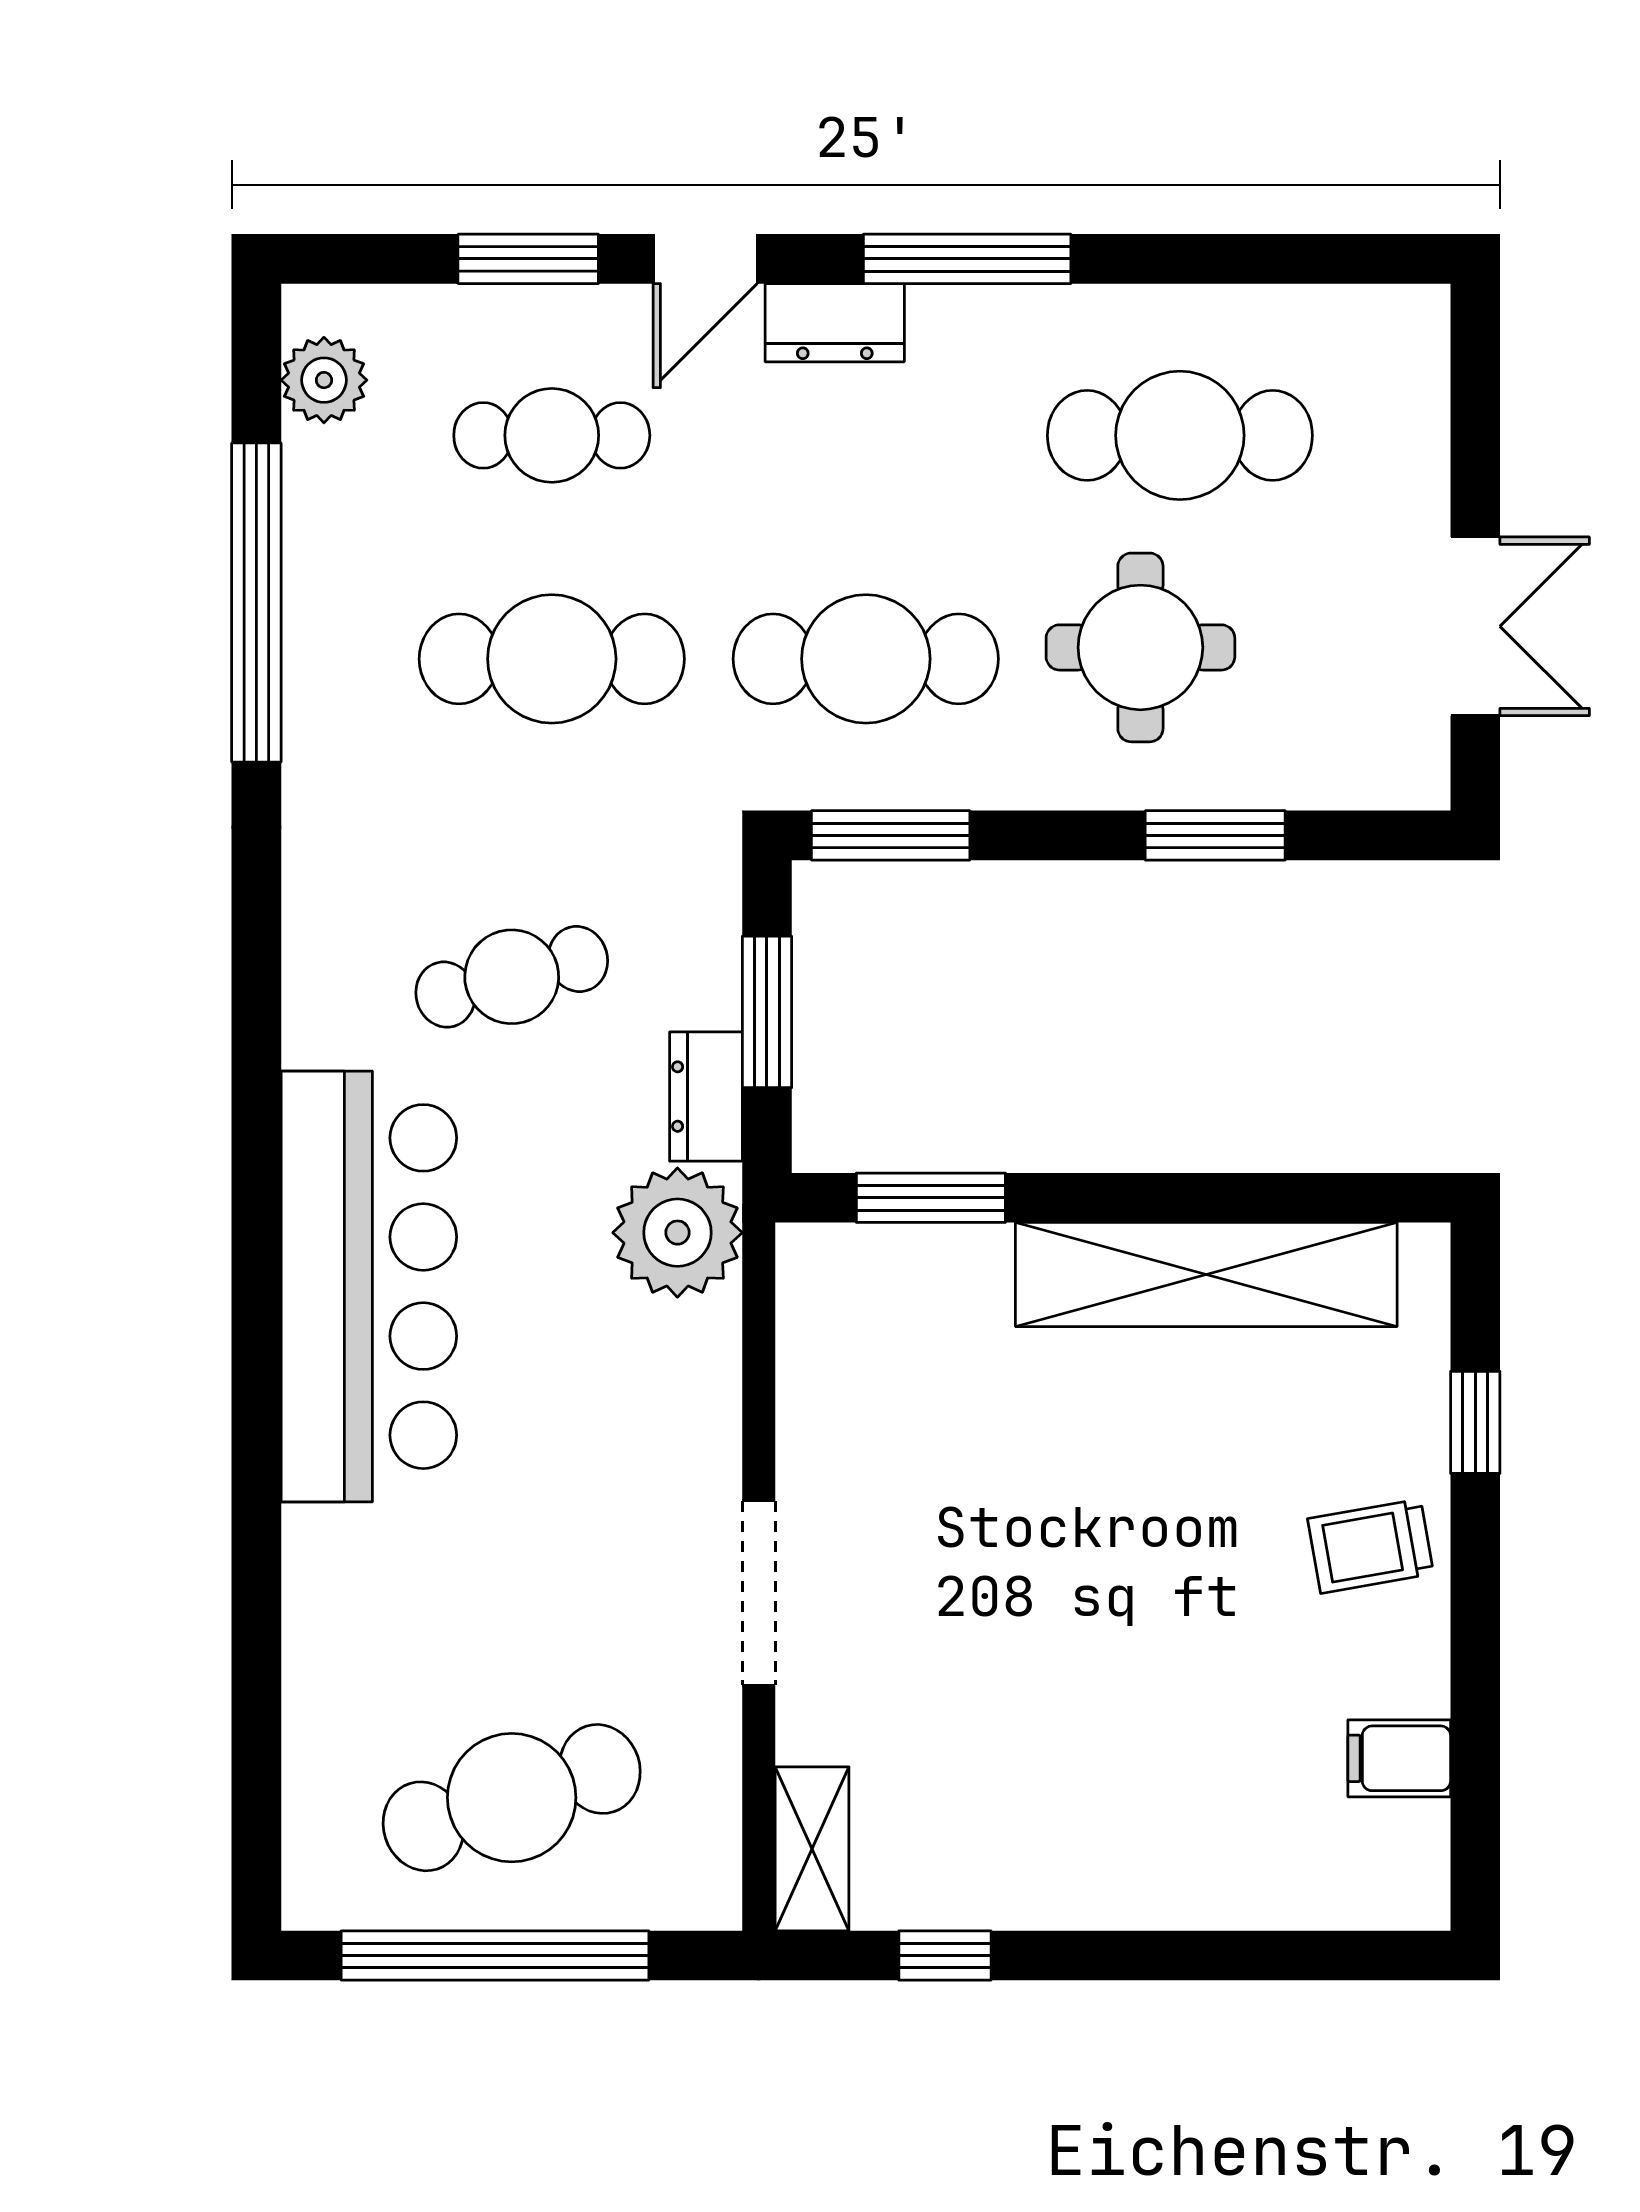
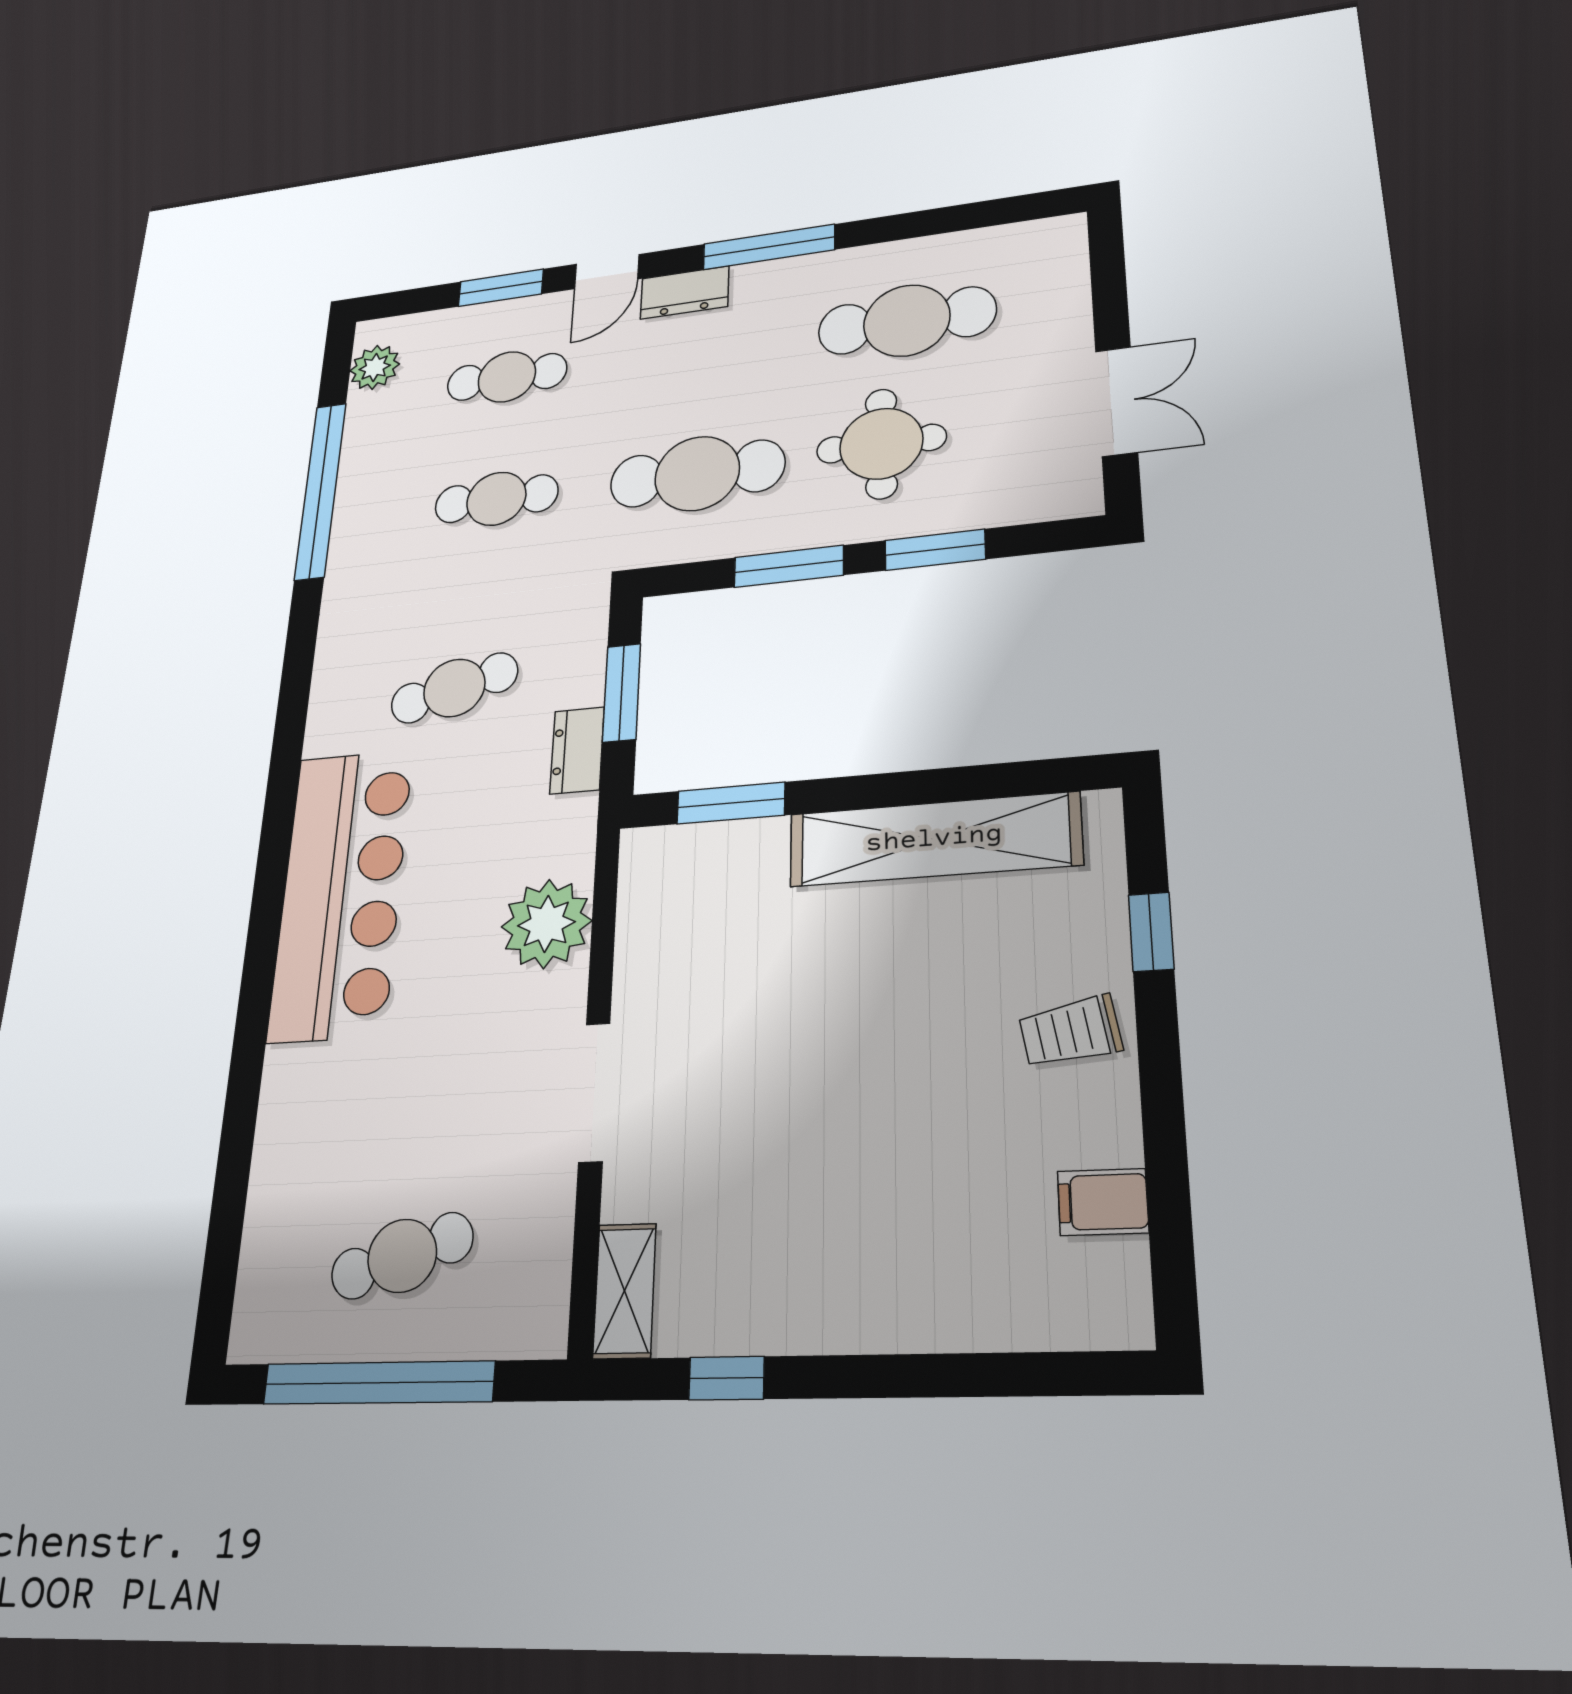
cafe table: (552, 659) -> (496, 499), width x0.73, depth x0.74
window: (891, 835) -> (789, 566), moved
plant: (677, 1233) -> (546, 924), moved
cafe table: (512, 1798) -> (402, 1256), width x0.73, depth x0.74

